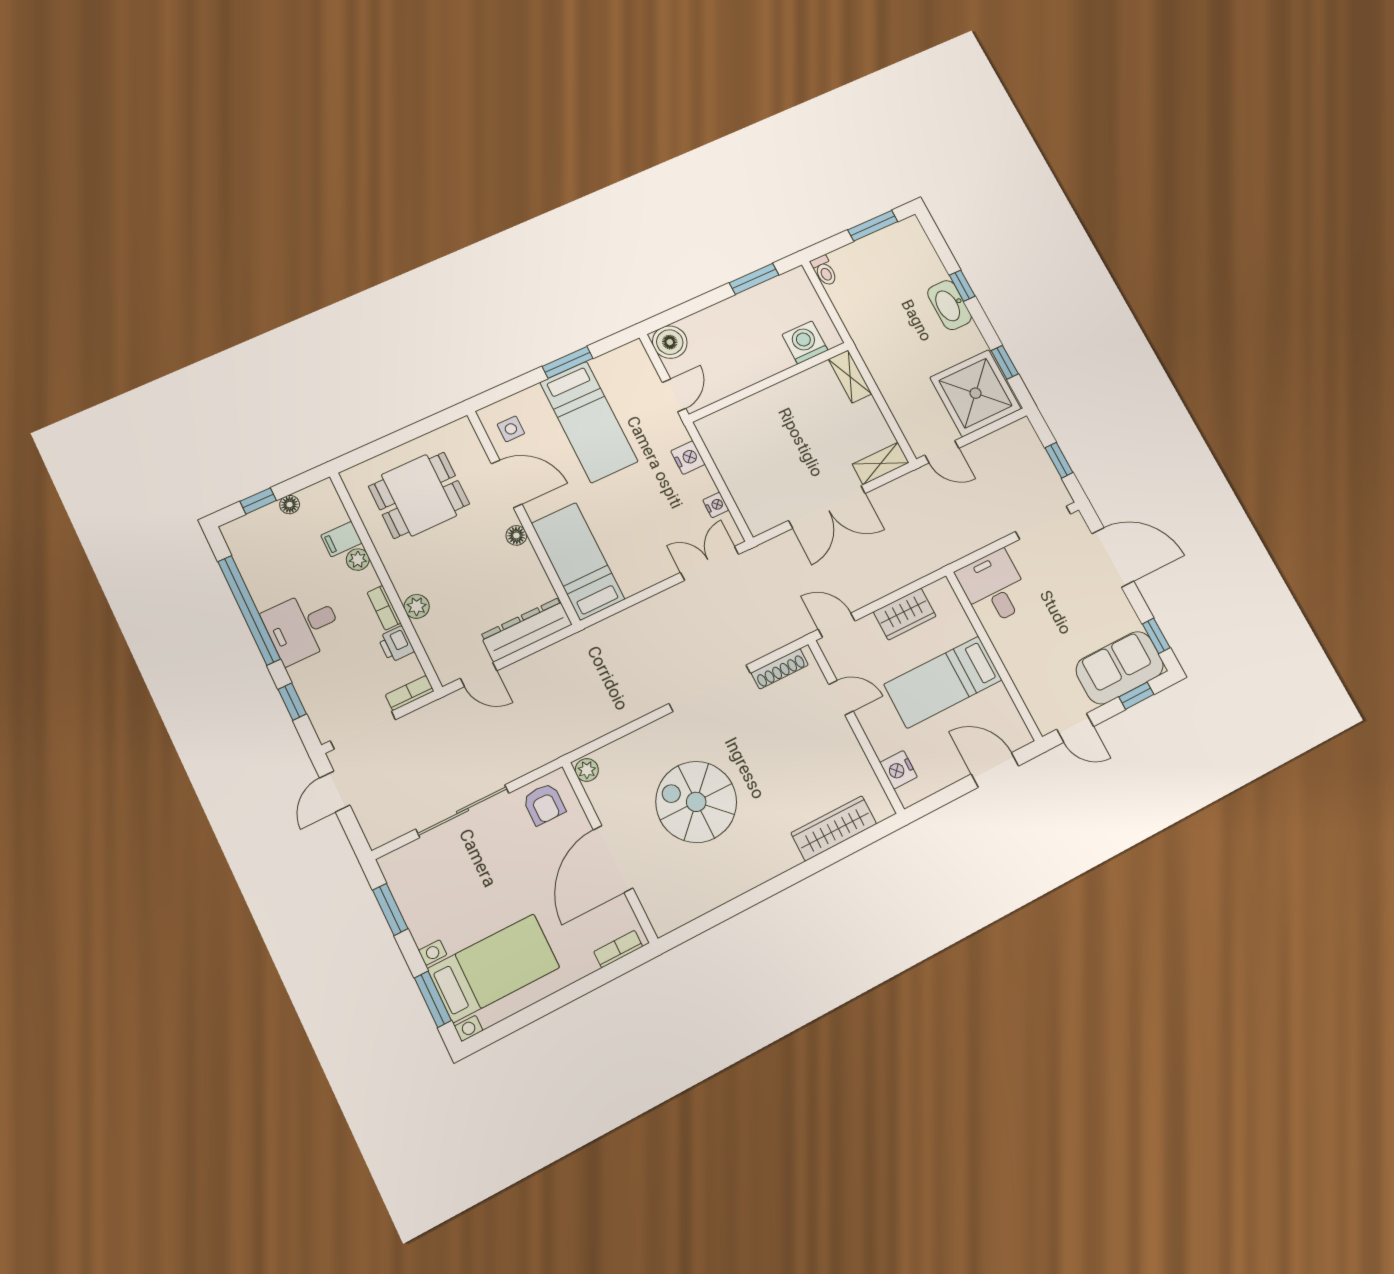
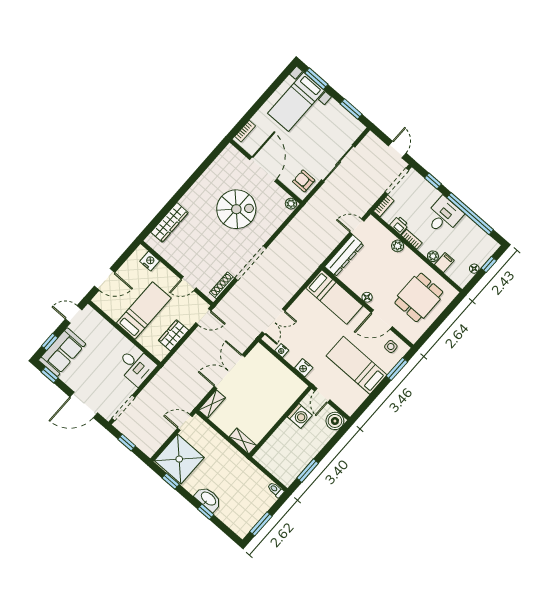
washing machine: (805, 342) -> (300, 416), moved
window: (568, 362) -> (397, 369), moved

